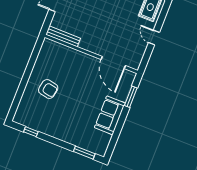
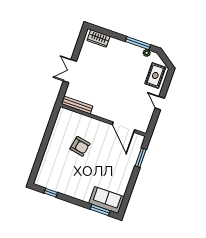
armchair: (48, 89) -> (80, 146), moved
sofa: (110, 115) -> (107, 200), moved, turned 90

